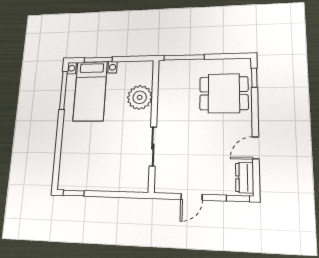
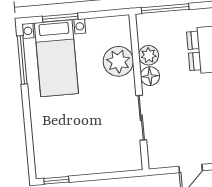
plant: (166, 94) -> (149, 55), added
floor lamp: (165, 112) -> (150, 76), added

